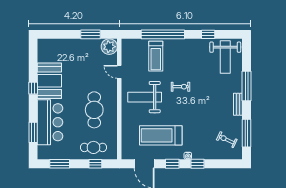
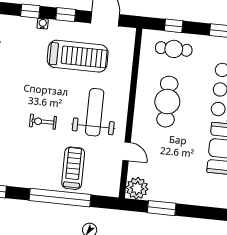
weight bench: (145, 97) -> (95, 112), turned -90

